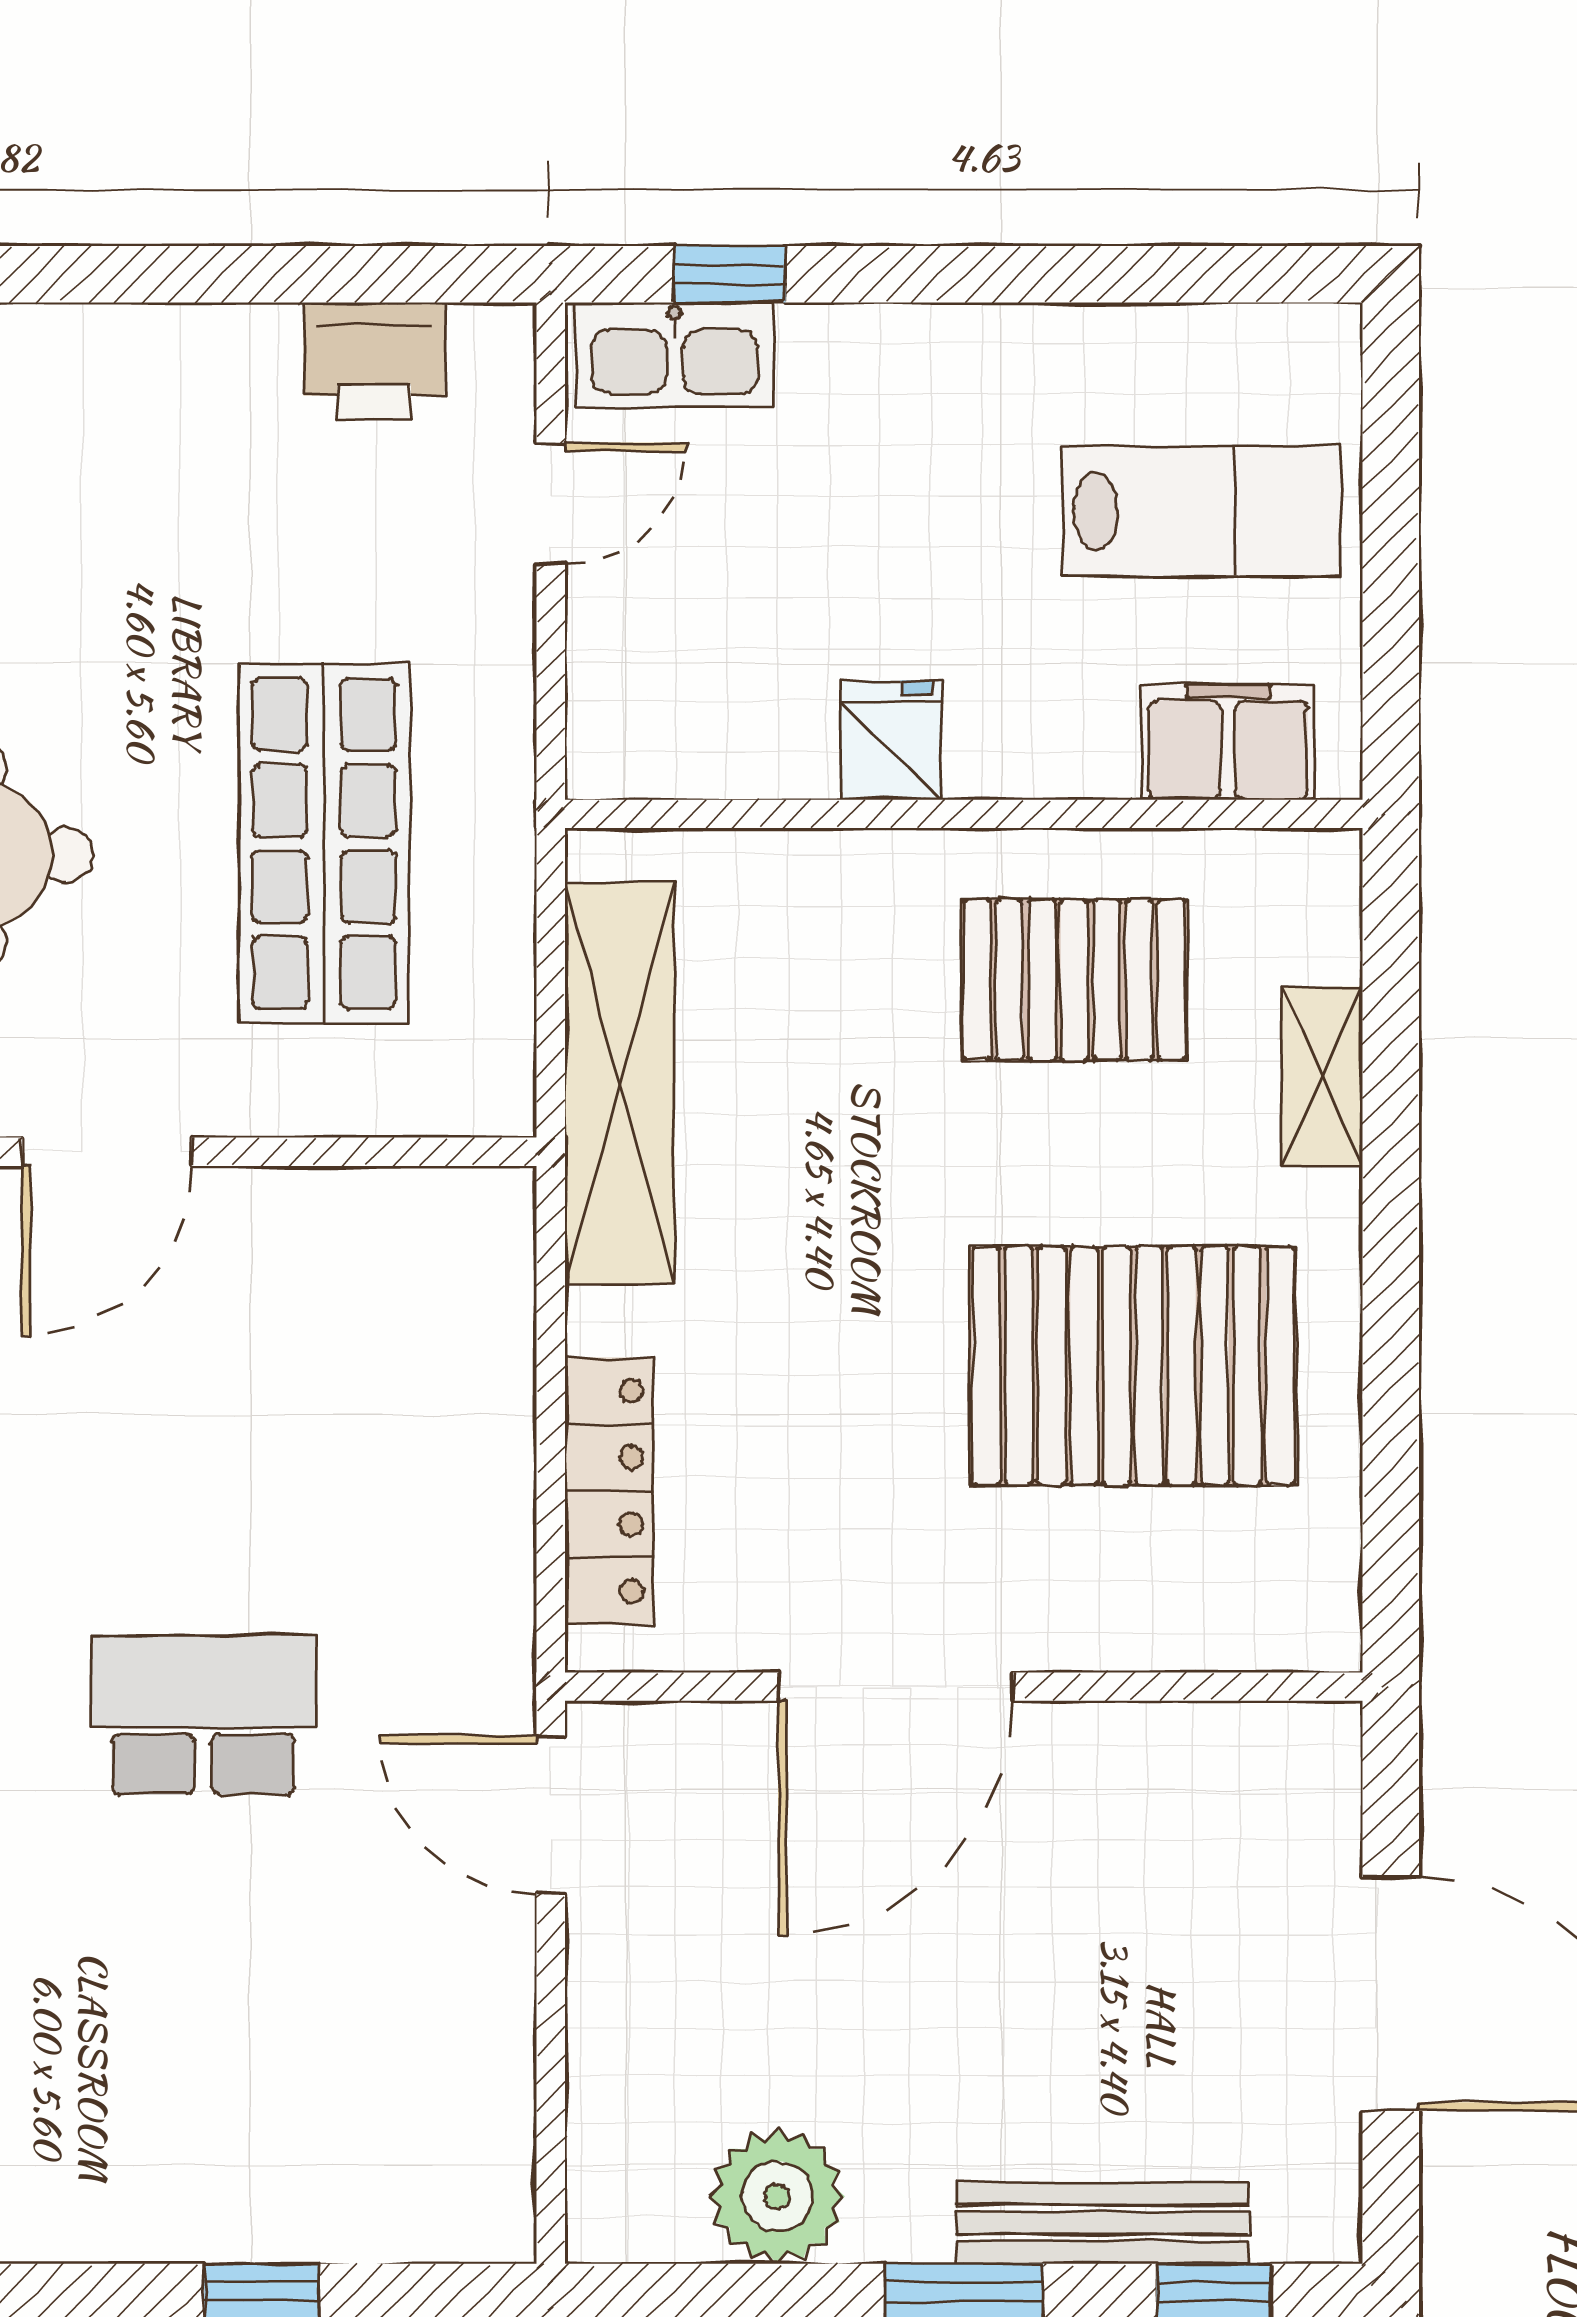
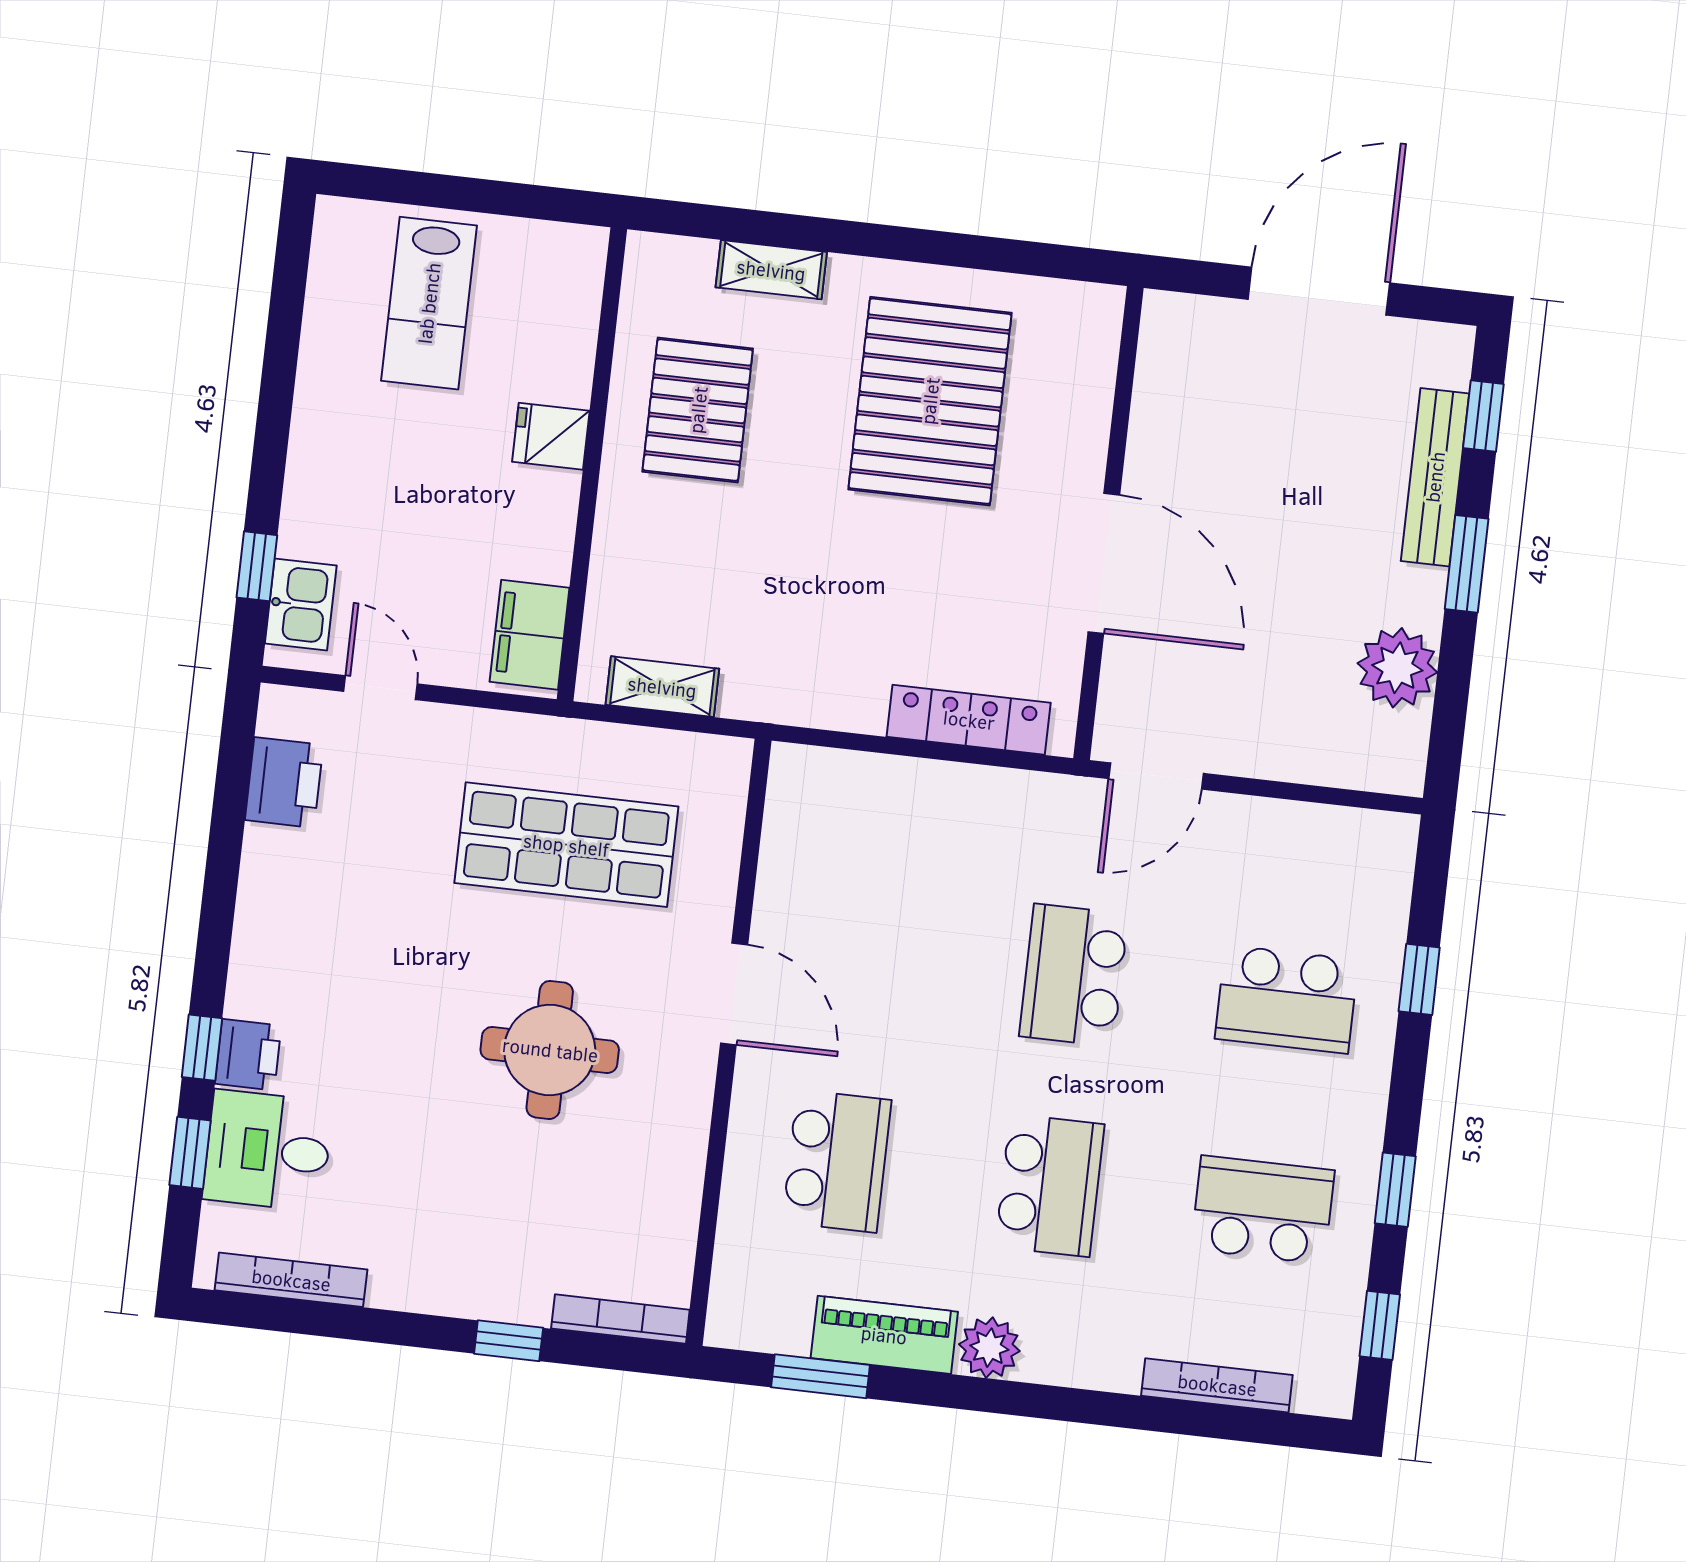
kitchen sink: (674, 355) -> (301, 604), width x0.73
lab bench: (1201, 511) -> (429, 303), turned 180
fridge: (891, 740) -> (551, 436), moved
filing cabinet: (1228, 742) -> (530, 635), moved
shelving: (620, 1083) -> (662, 687), width x0.45, depth x0.75
school desk: (203, 2075) -> (1287, 999), added

